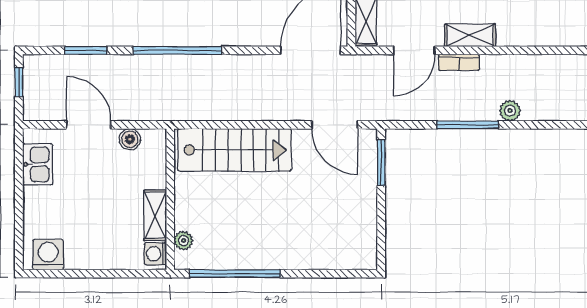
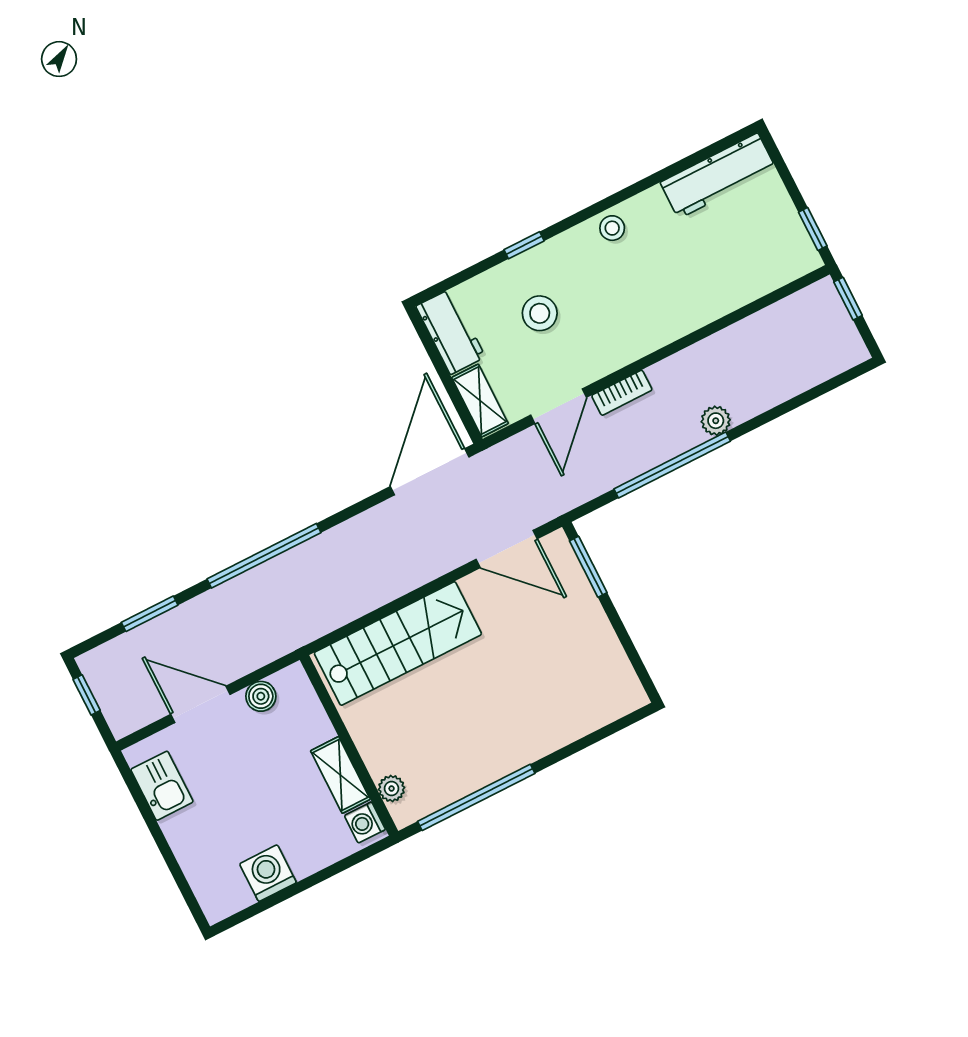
shelving: (470, 35) -> (619, 352), removed
window: (468, 125) -> (672, 465), width x1.46
washing machine: (48, 255) -> (268, 873), moved

